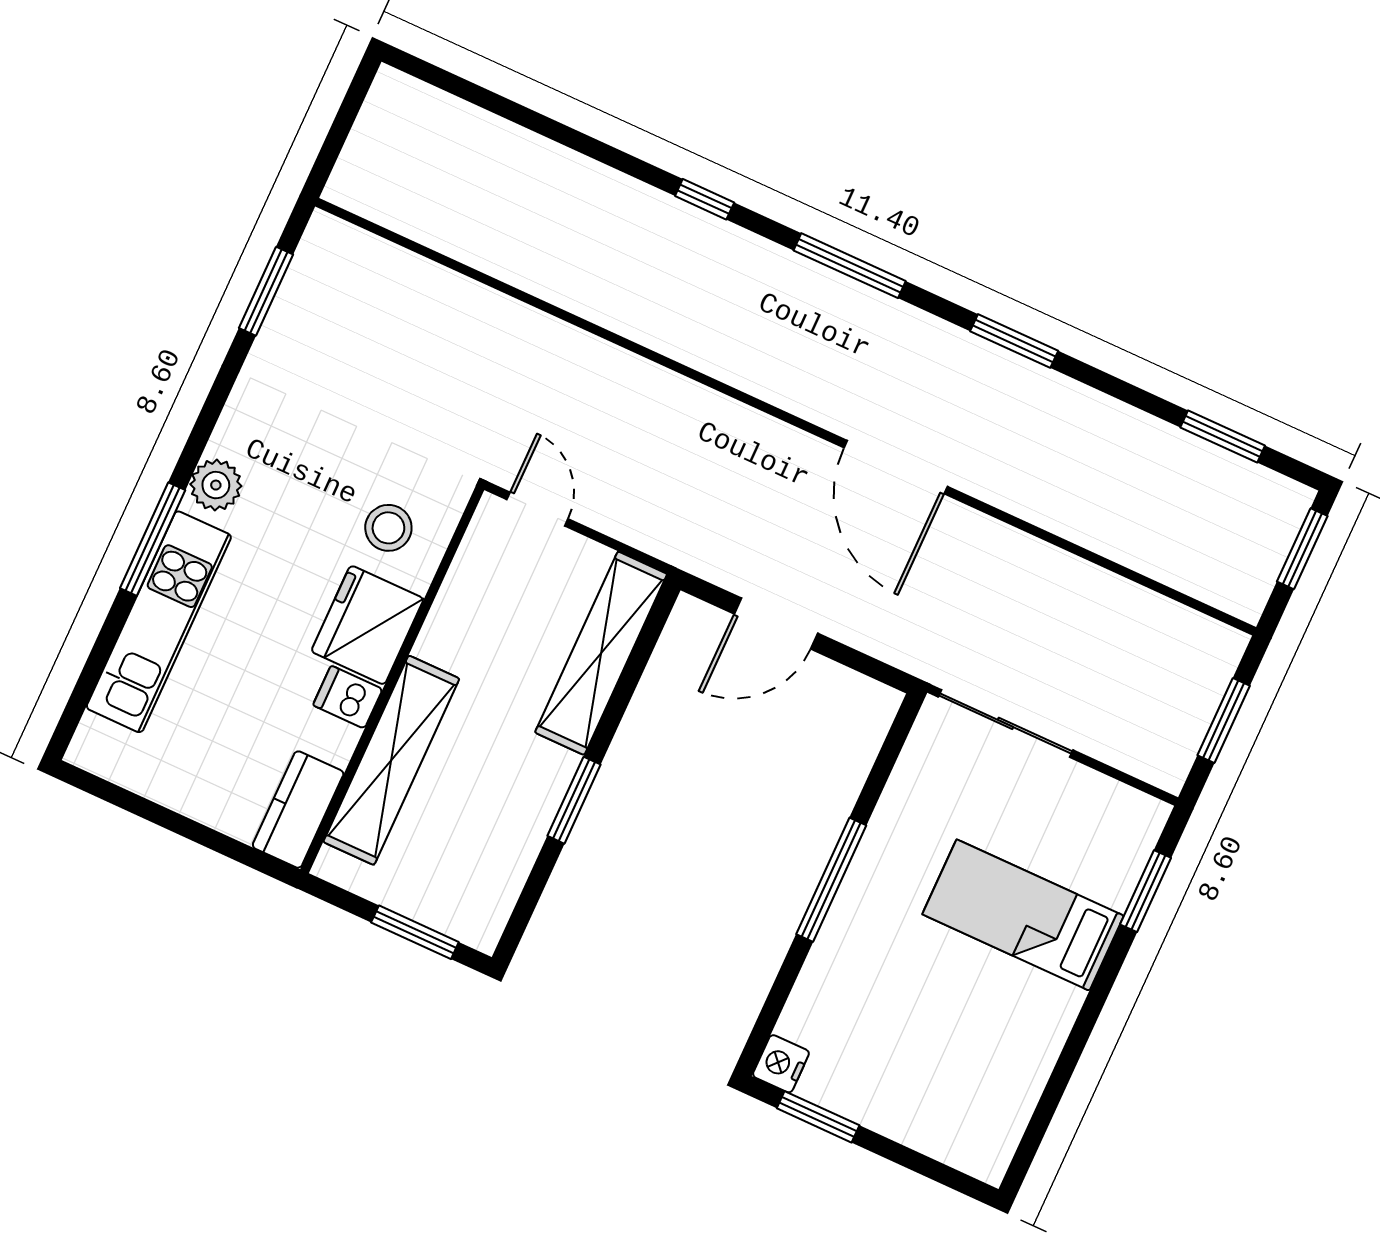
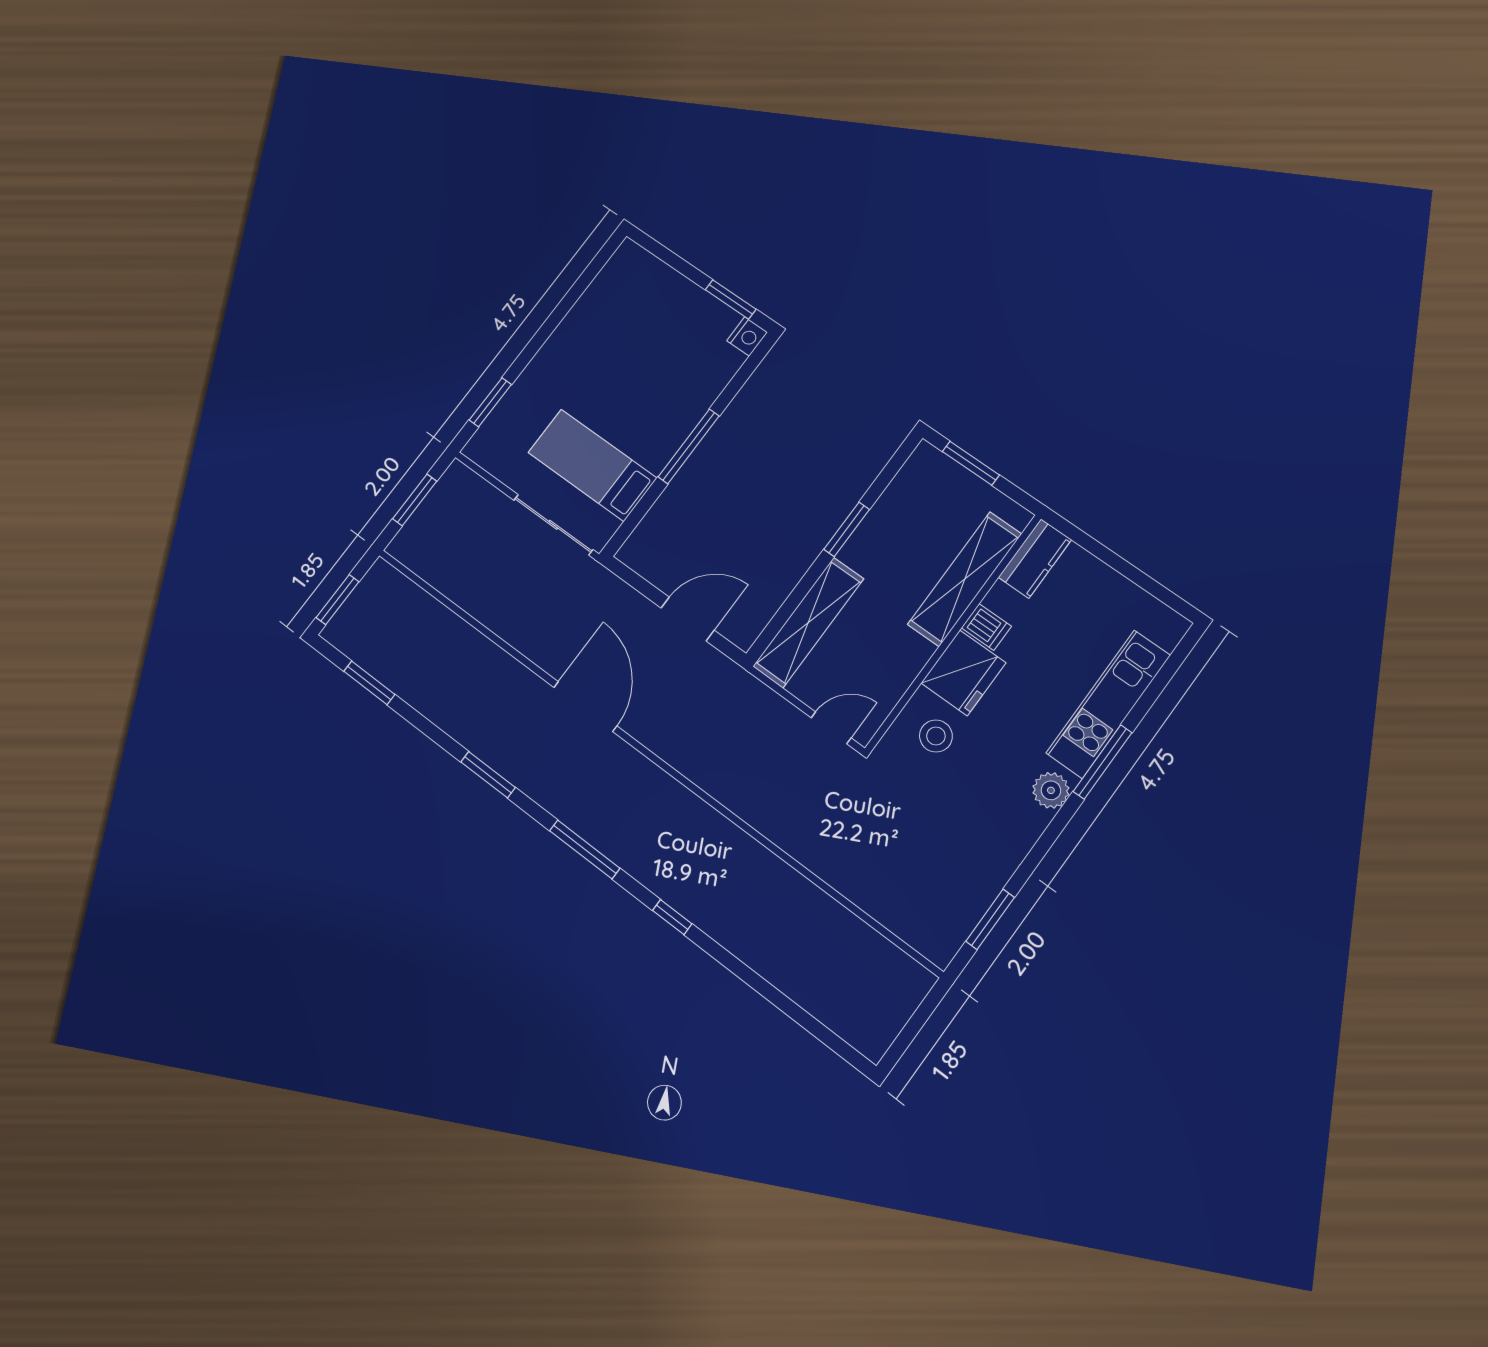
door: (537, 509) -> (831, 728), swing flipped
bed: (1023, 915) -> (592, 465), moved, turned 180

